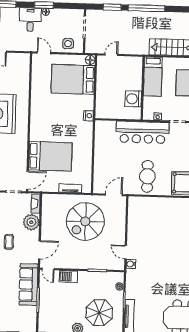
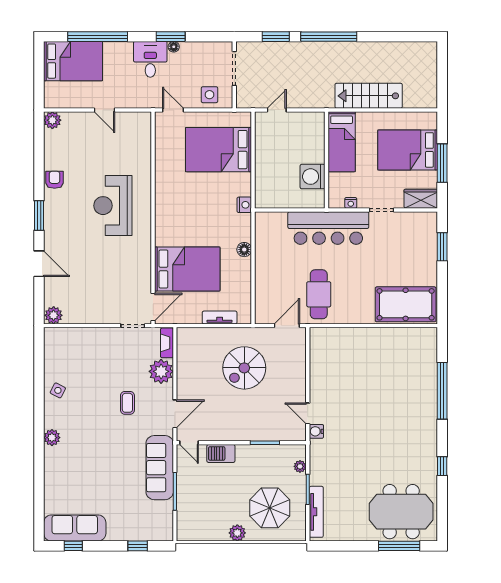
floor lamp: (90, 60) -> (244, 250), moved
cafe table: (147, 176) -> (319, 294), moved
spiral stairs: (85, 221) -> (244, 368), width x0.73, depth x0.73

